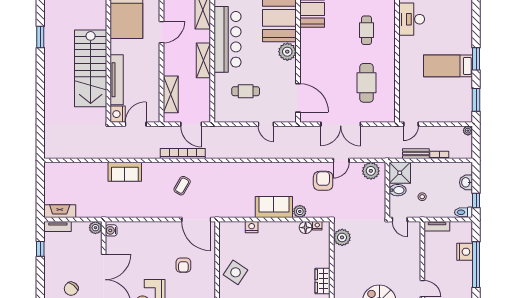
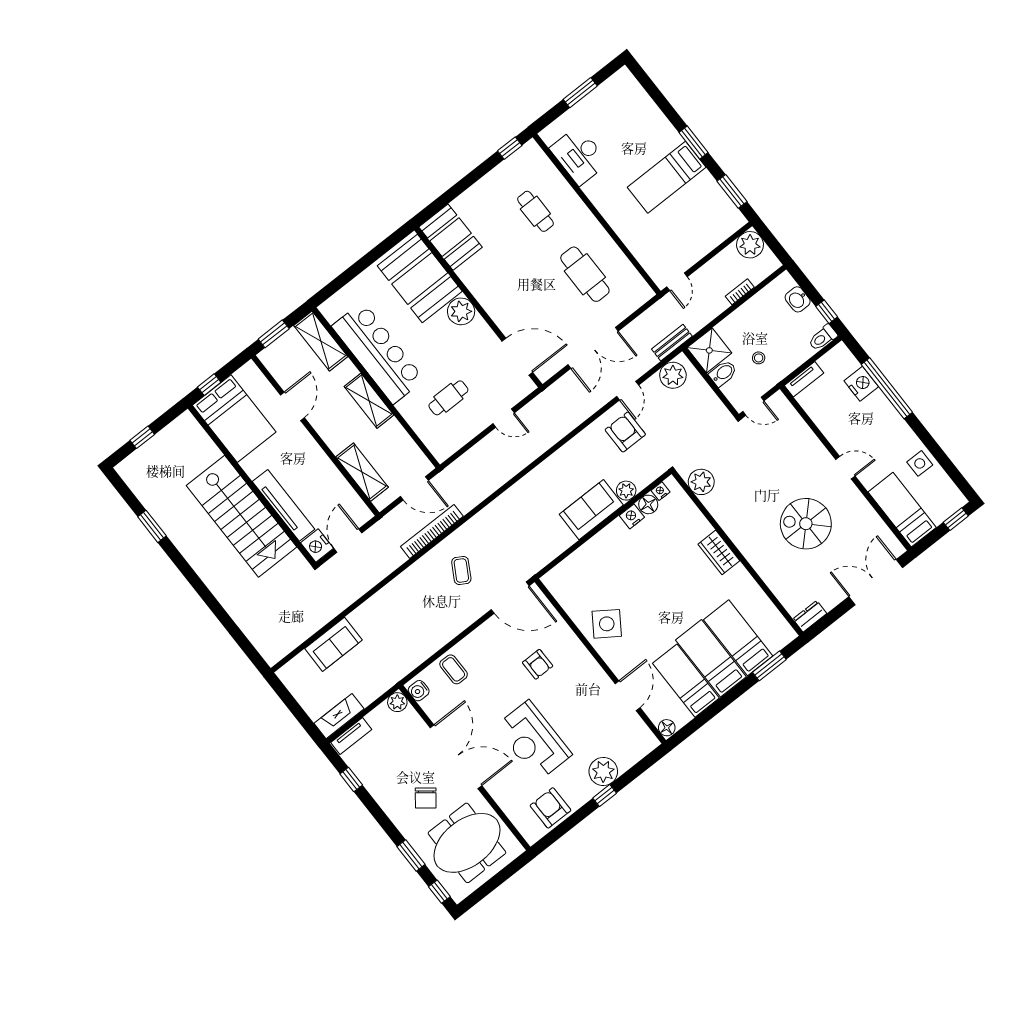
plant: (468, 131) -> (750, 245), width x1.88, depth x1.88
bench: (416, 154) -> (672, 343), moved
sofa: (125, 172) -> (333, 644), moved
nightstand: (252, 227) -> (632, 516), moved
coffee table: (138, 234) -> (454, 669), added

